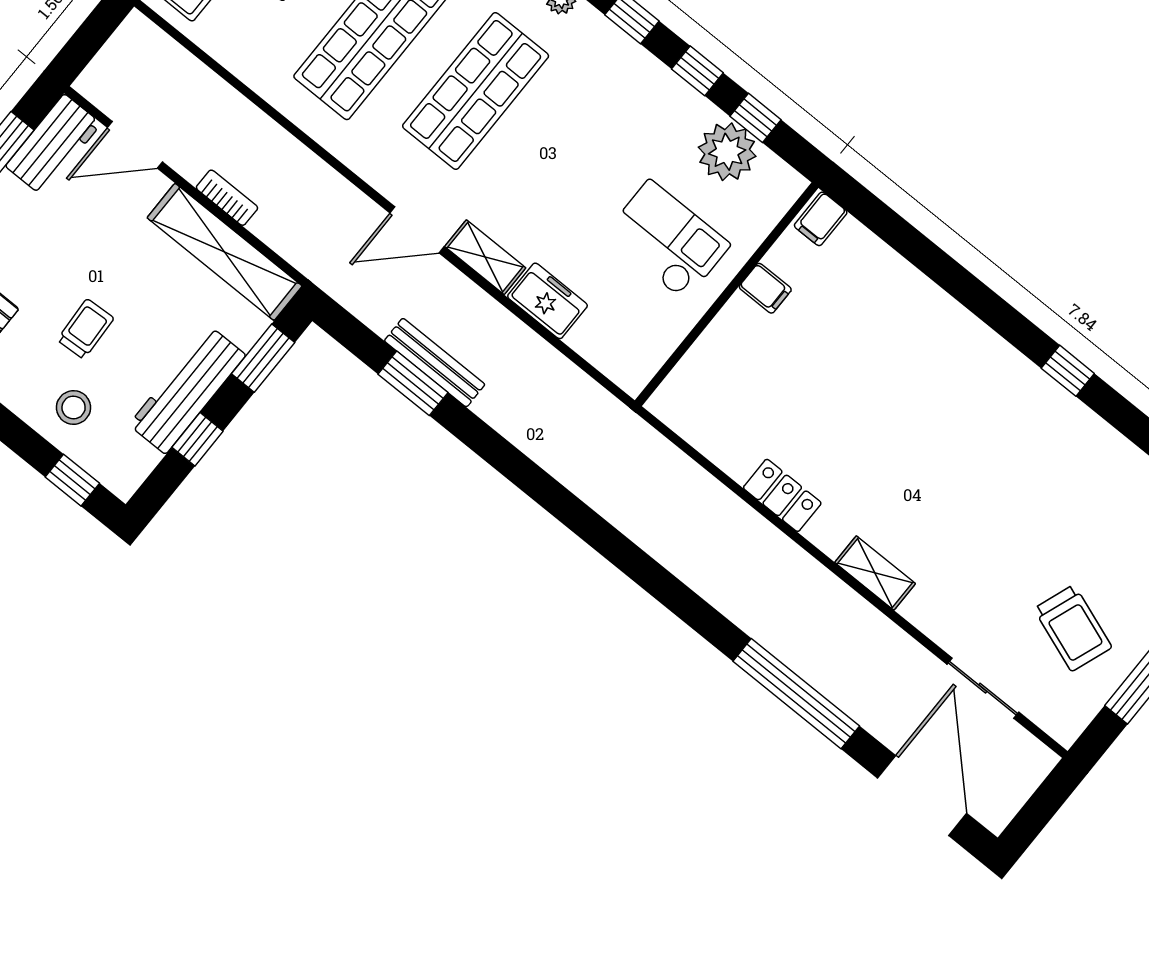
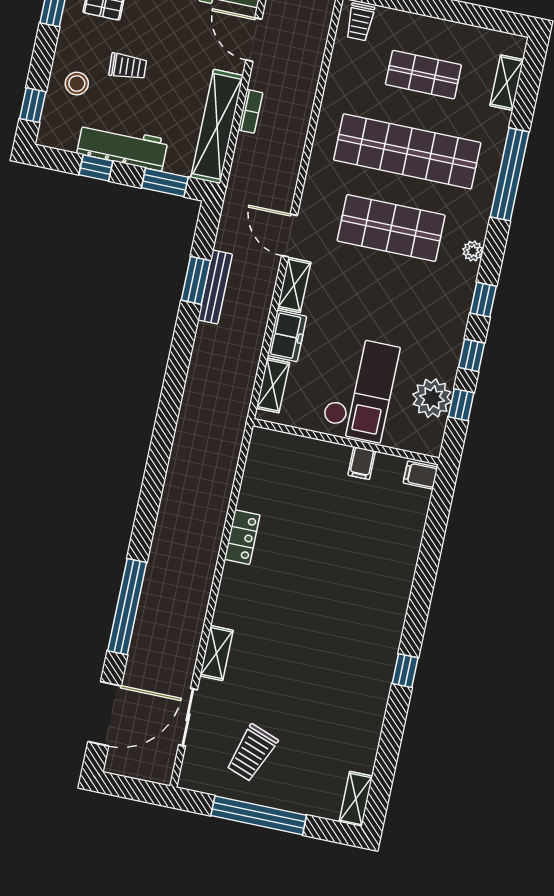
checkout: (667, 240) -> (360, 389), width x1.36, depth x1.21
shelving: (603, 353) -> (273, 385), added
shelving: (875, 573) -> (216, 653), moved

